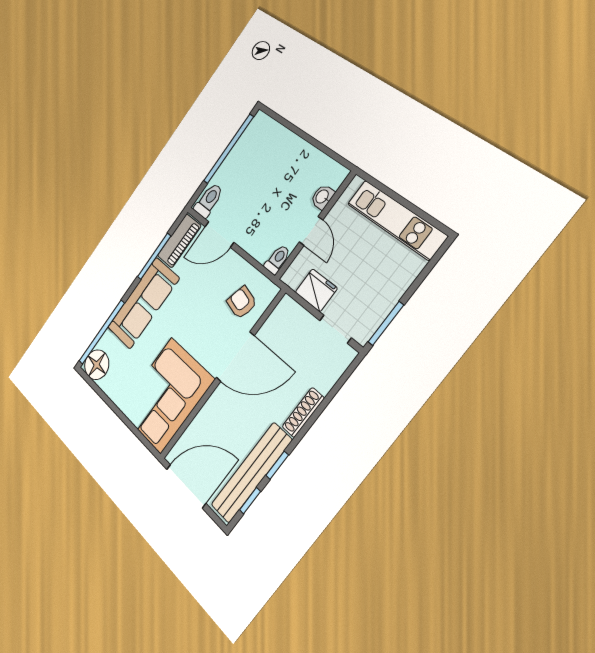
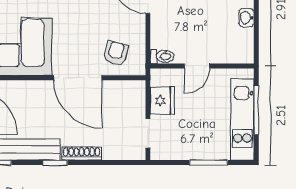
washbasin: (322, 197) -> (246, 18), moved, turned -90
window: (399, 199) -> (256, 110), added
window: (386, 323) -> (209, 163), moved
window: (277, 465) -> (55, 163), moved

